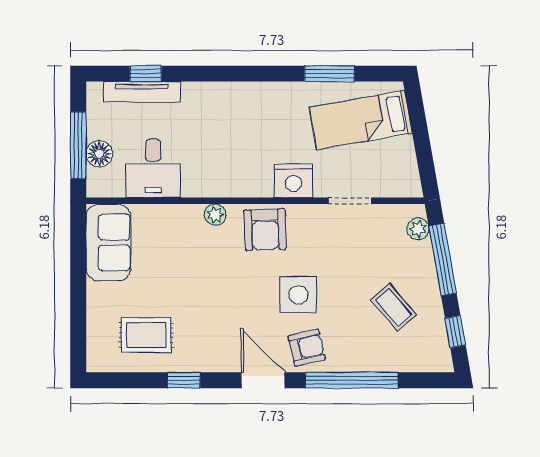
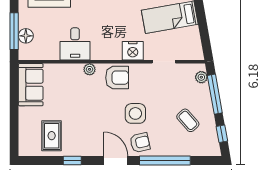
desk: (153, 168) -> (75, 44), moved
armchair: (265, 230) -> (117, 78), turned -88
rug: (146, 335) -> (52, 136), turned 90

